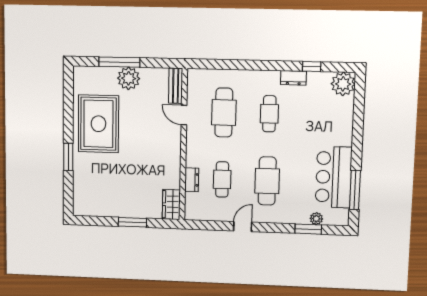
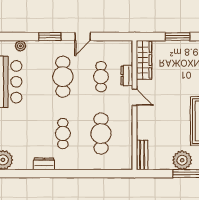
window: (312, 66) -> (29, 174), removed
door: (184, 115) -> (135, 97), moved
wardrobe: (171, 204) -> (144, 60), width x1.50
window: (308, 229) -> (50, 37), moved

